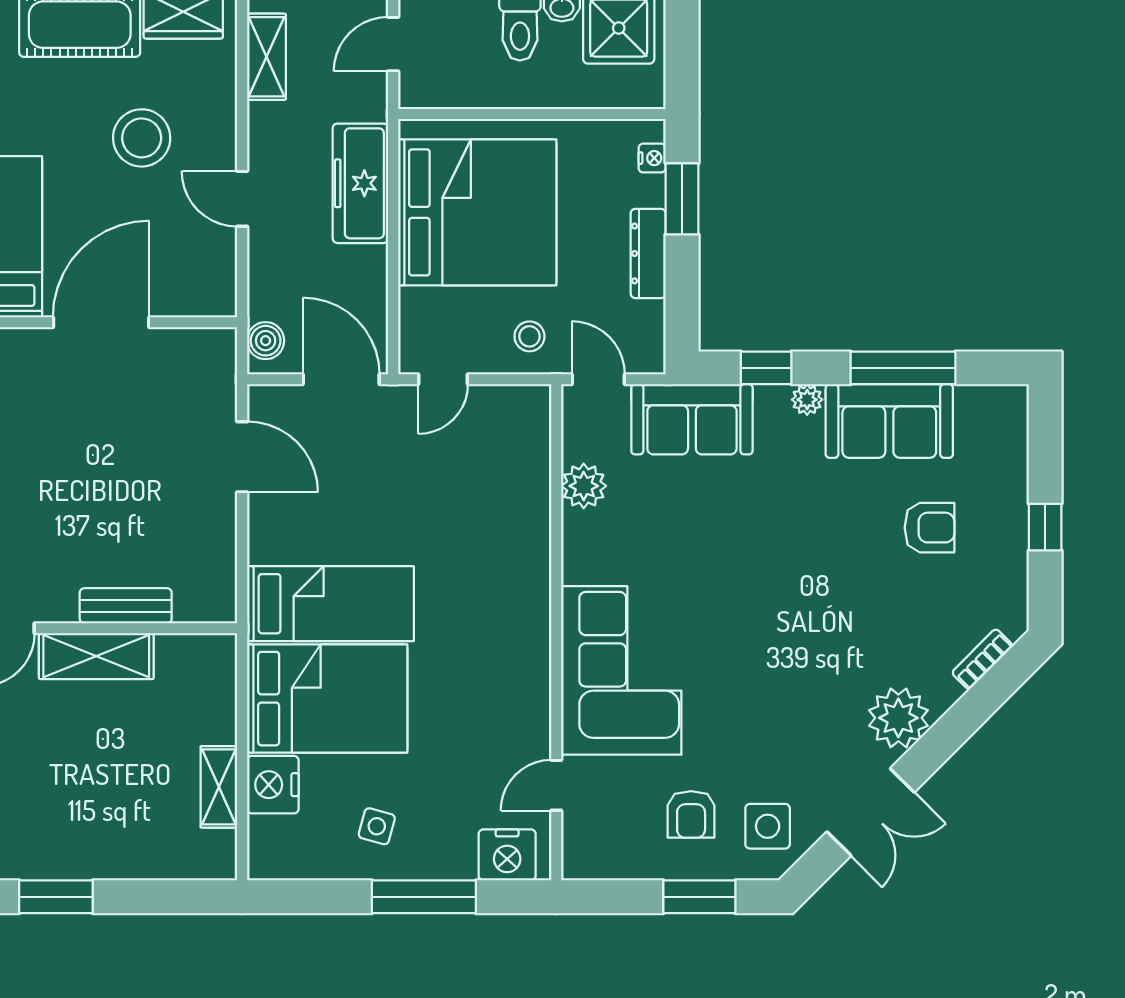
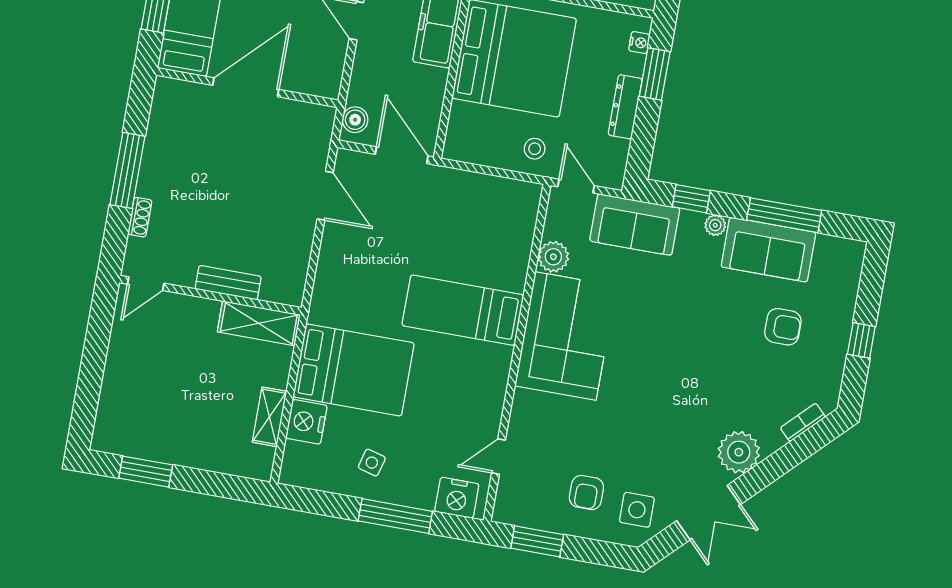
door: (443, 379) -> (471, 167), removed
bed: (330, 604) -> (463, 310), moved, turned 180
shelving: (96, 656) -> (259, 323), moved
corner sofa: (621, 670) -> (566, 336), moved
window: (699, 897) -> (537, 541), moved

